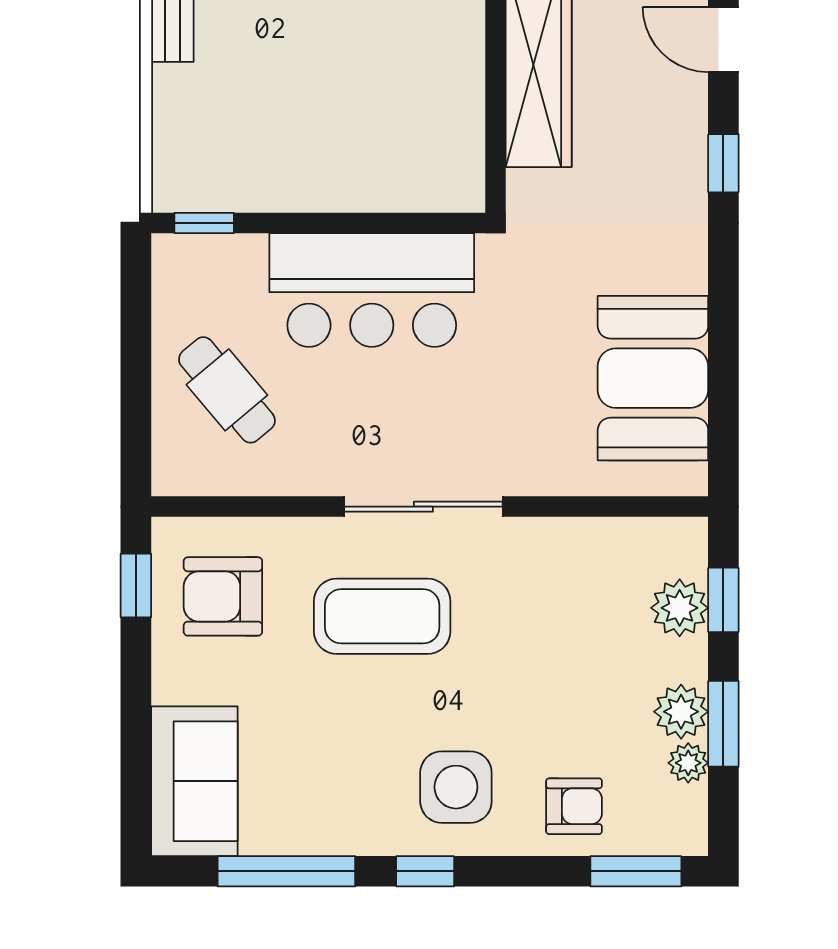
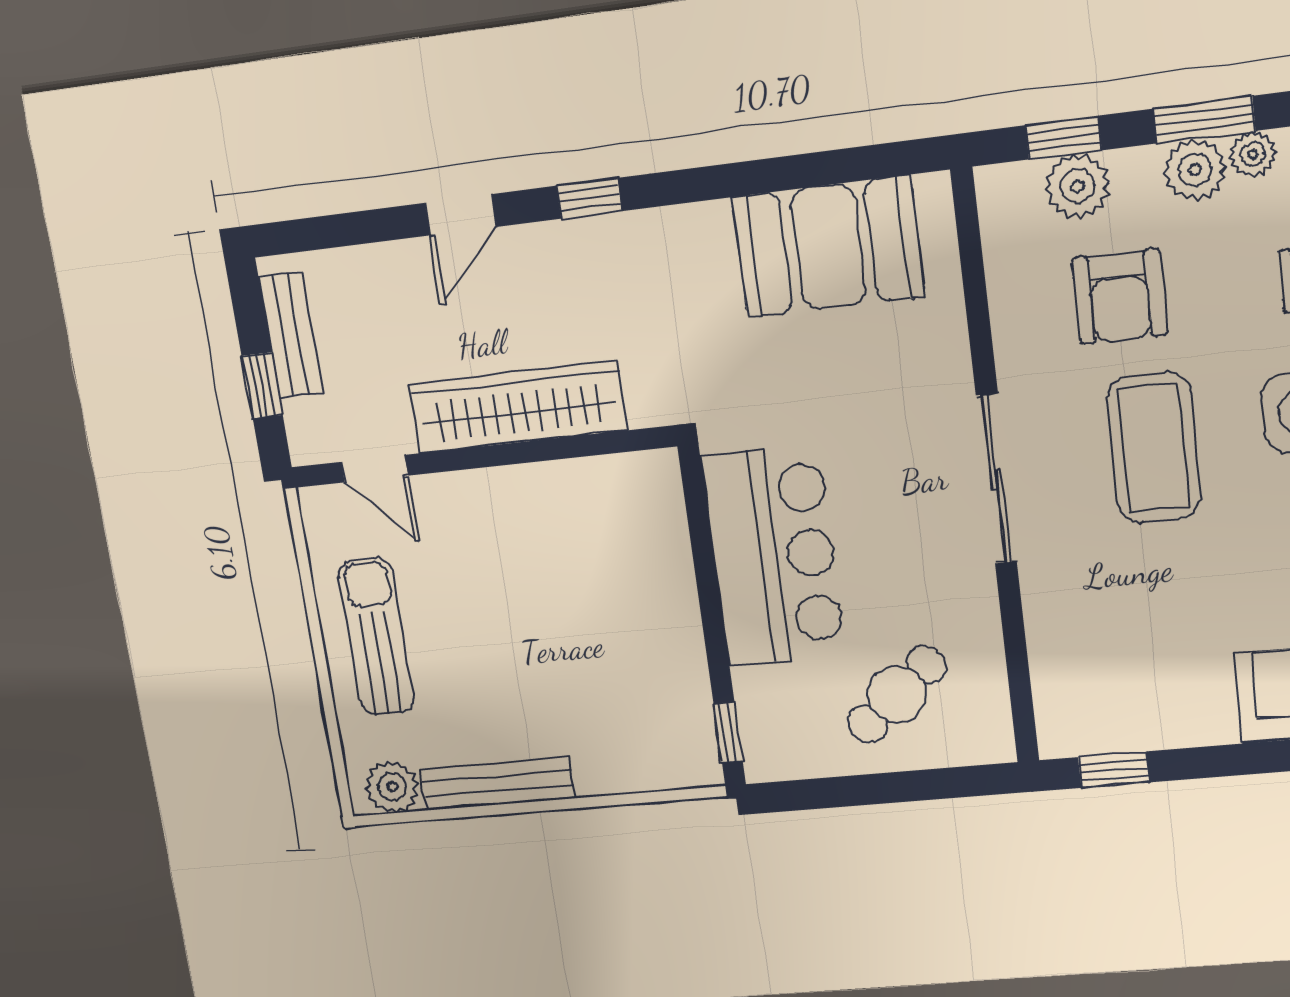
armchair: (223, 596) -> (1120, 296), moved
coffee table: (382, 616) -> (1154, 448), moved

